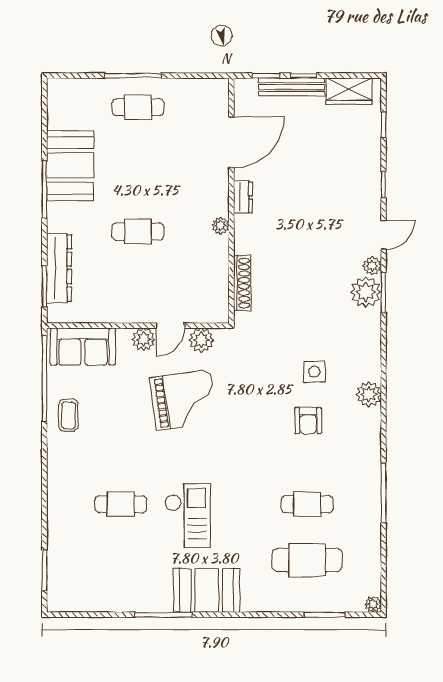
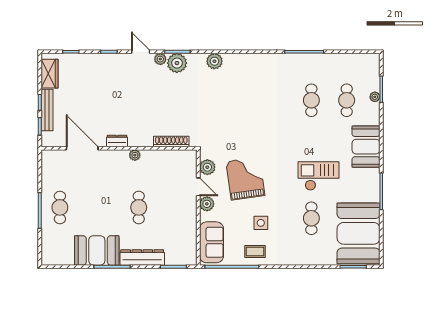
dresser: (59, 268) -> (142, 257), moved
side table: (314, 372) -> (261, 223), moved
plant: (369, 394) -> (214, 61), moved
armchair: (308, 421) -> (258, 100), removed
cafe table: (307, 560) -> (347, 100), width x0.73, depth x0.74
booth: (97, 579) -> (359, 233), added
booth: (207, 590) -> (366, 147), moved
plant: (373, 604) -> (375, 97), moved

